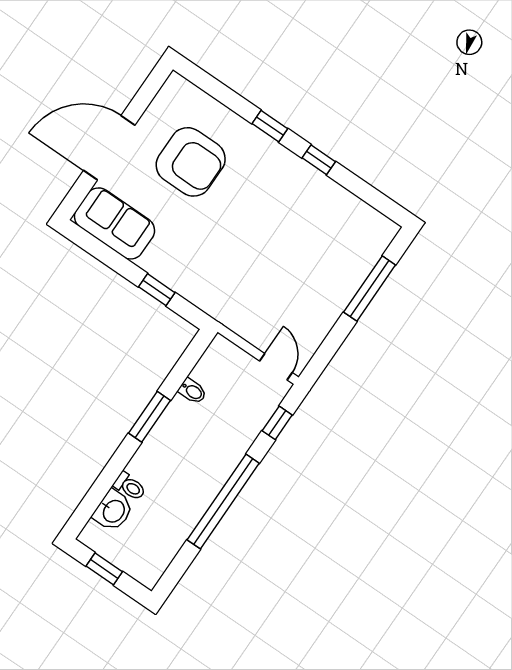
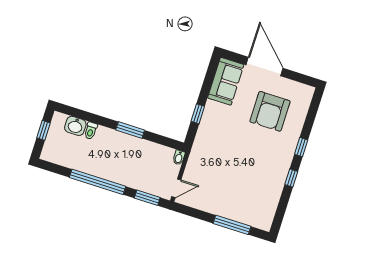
bidet: (192, 391) -> (179, 158), moved
window: (277, 423) -> (147, 198), width x1.50

